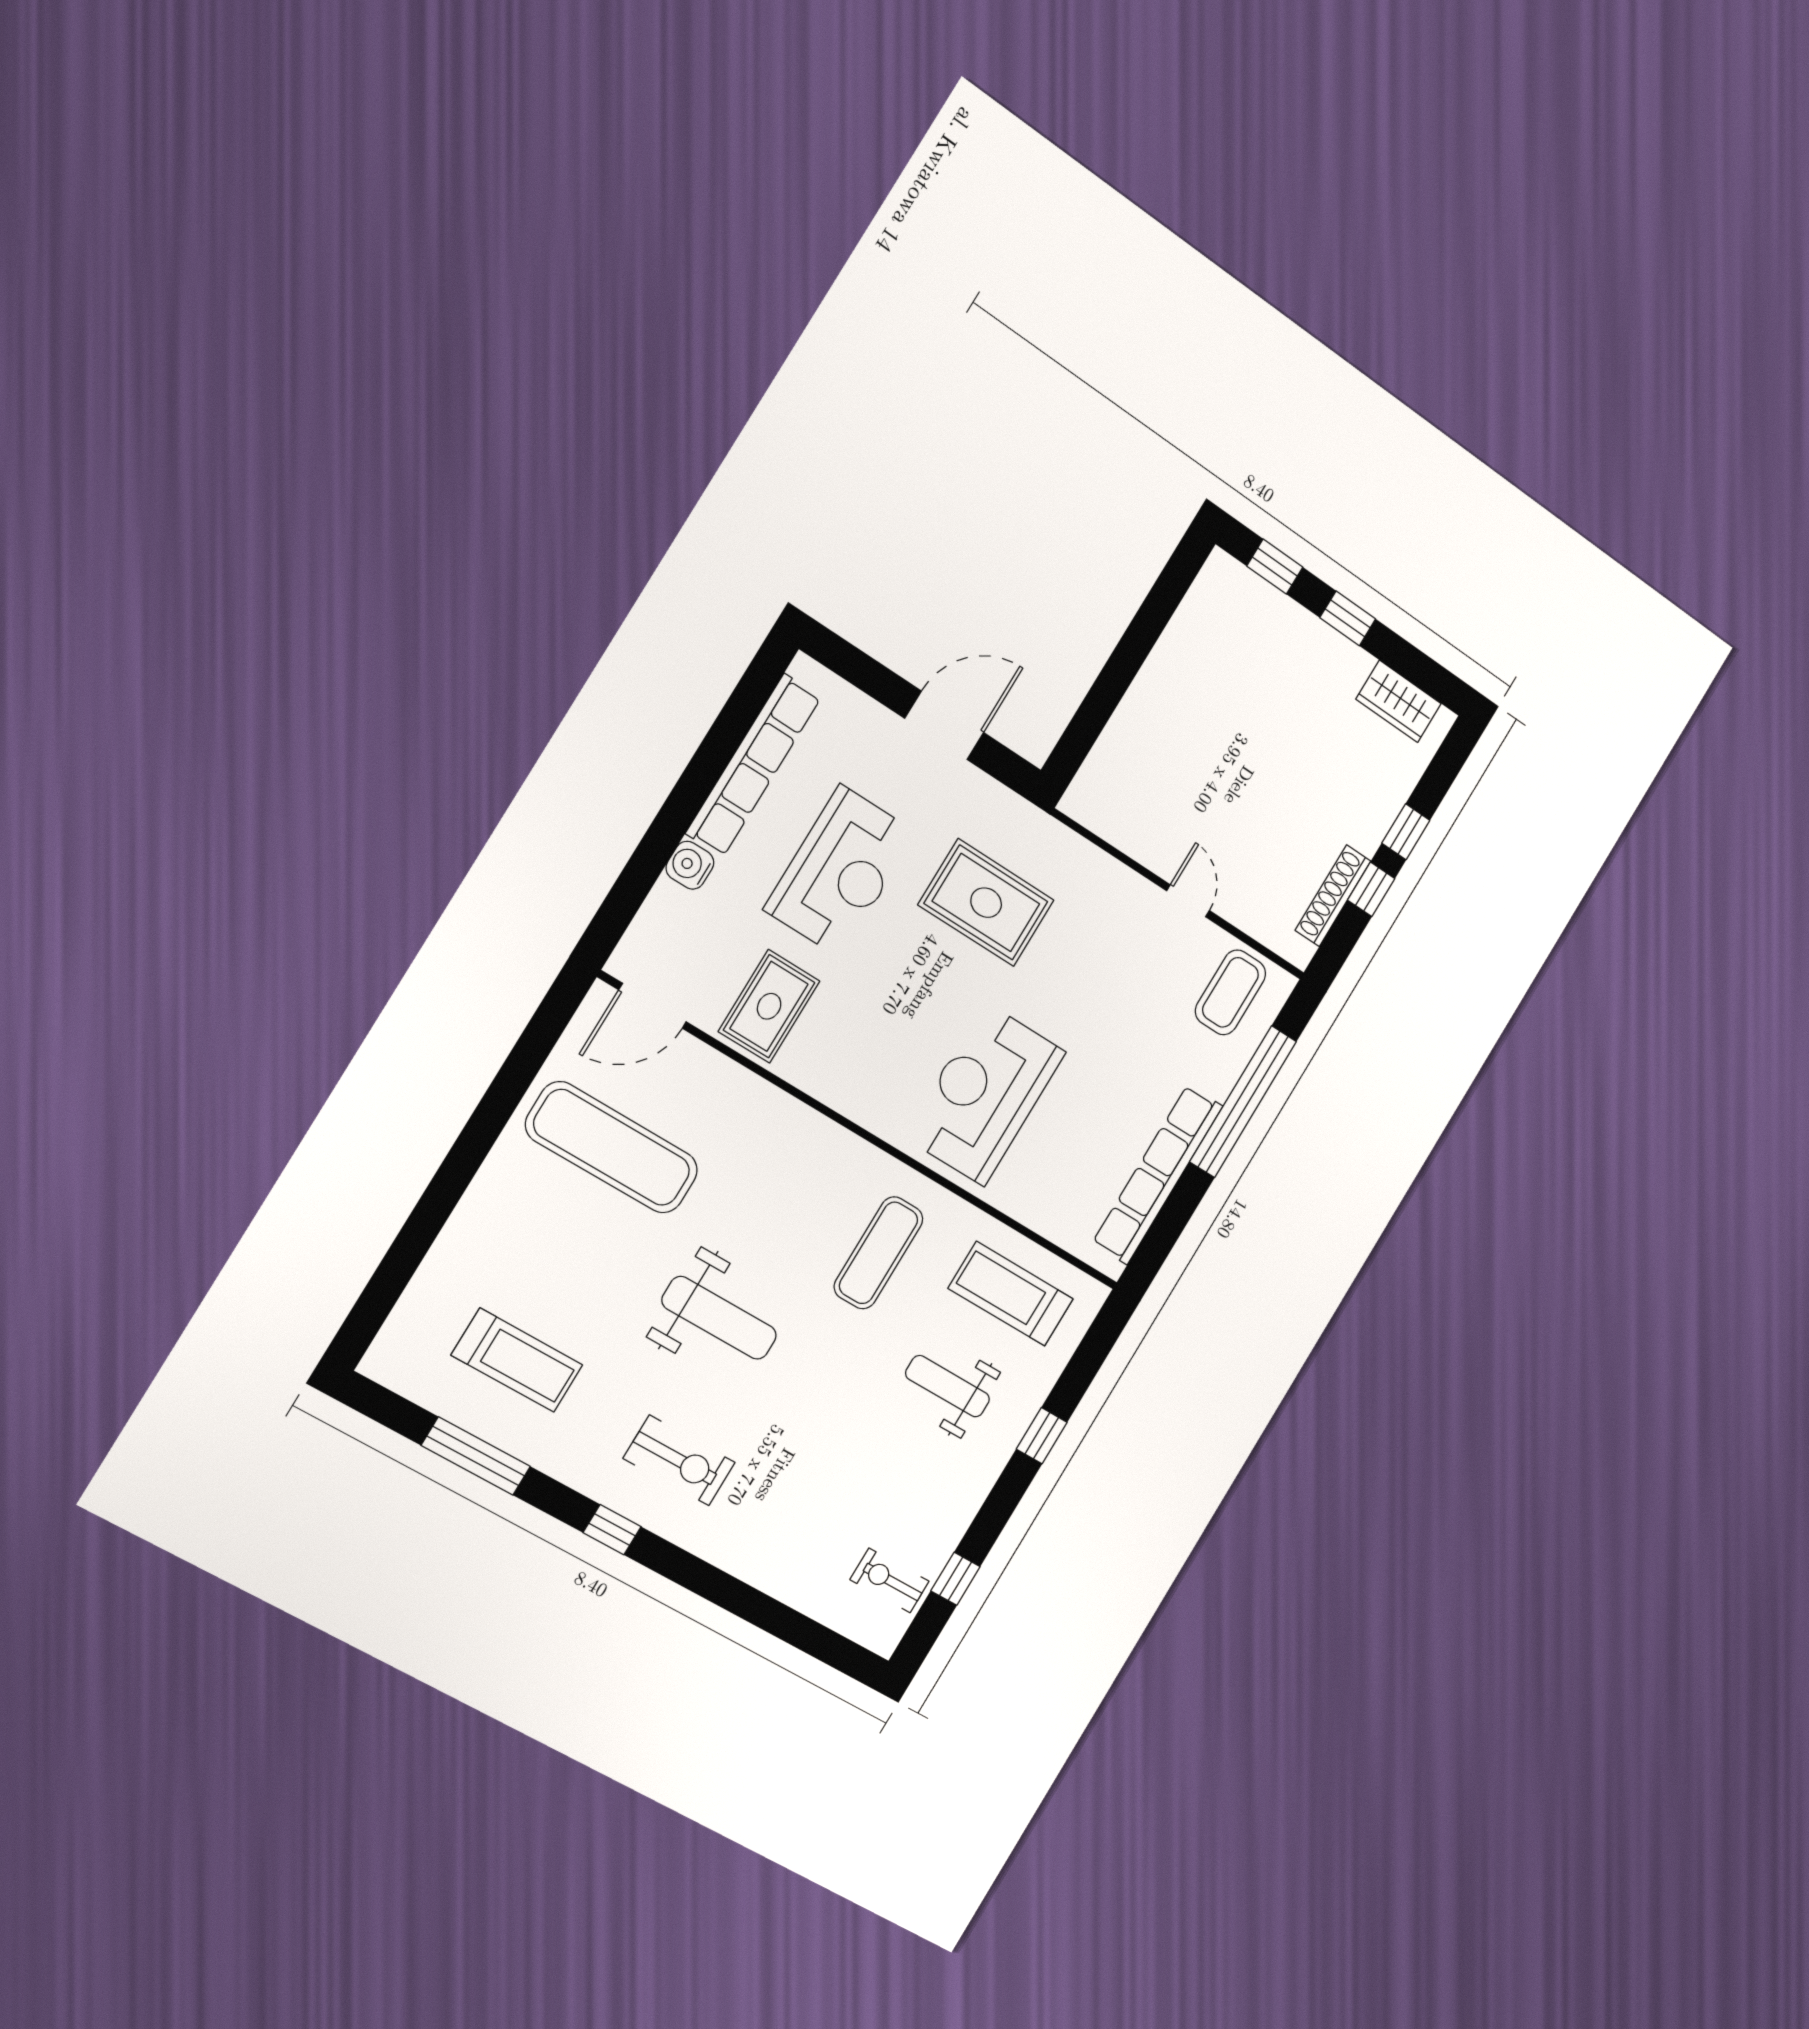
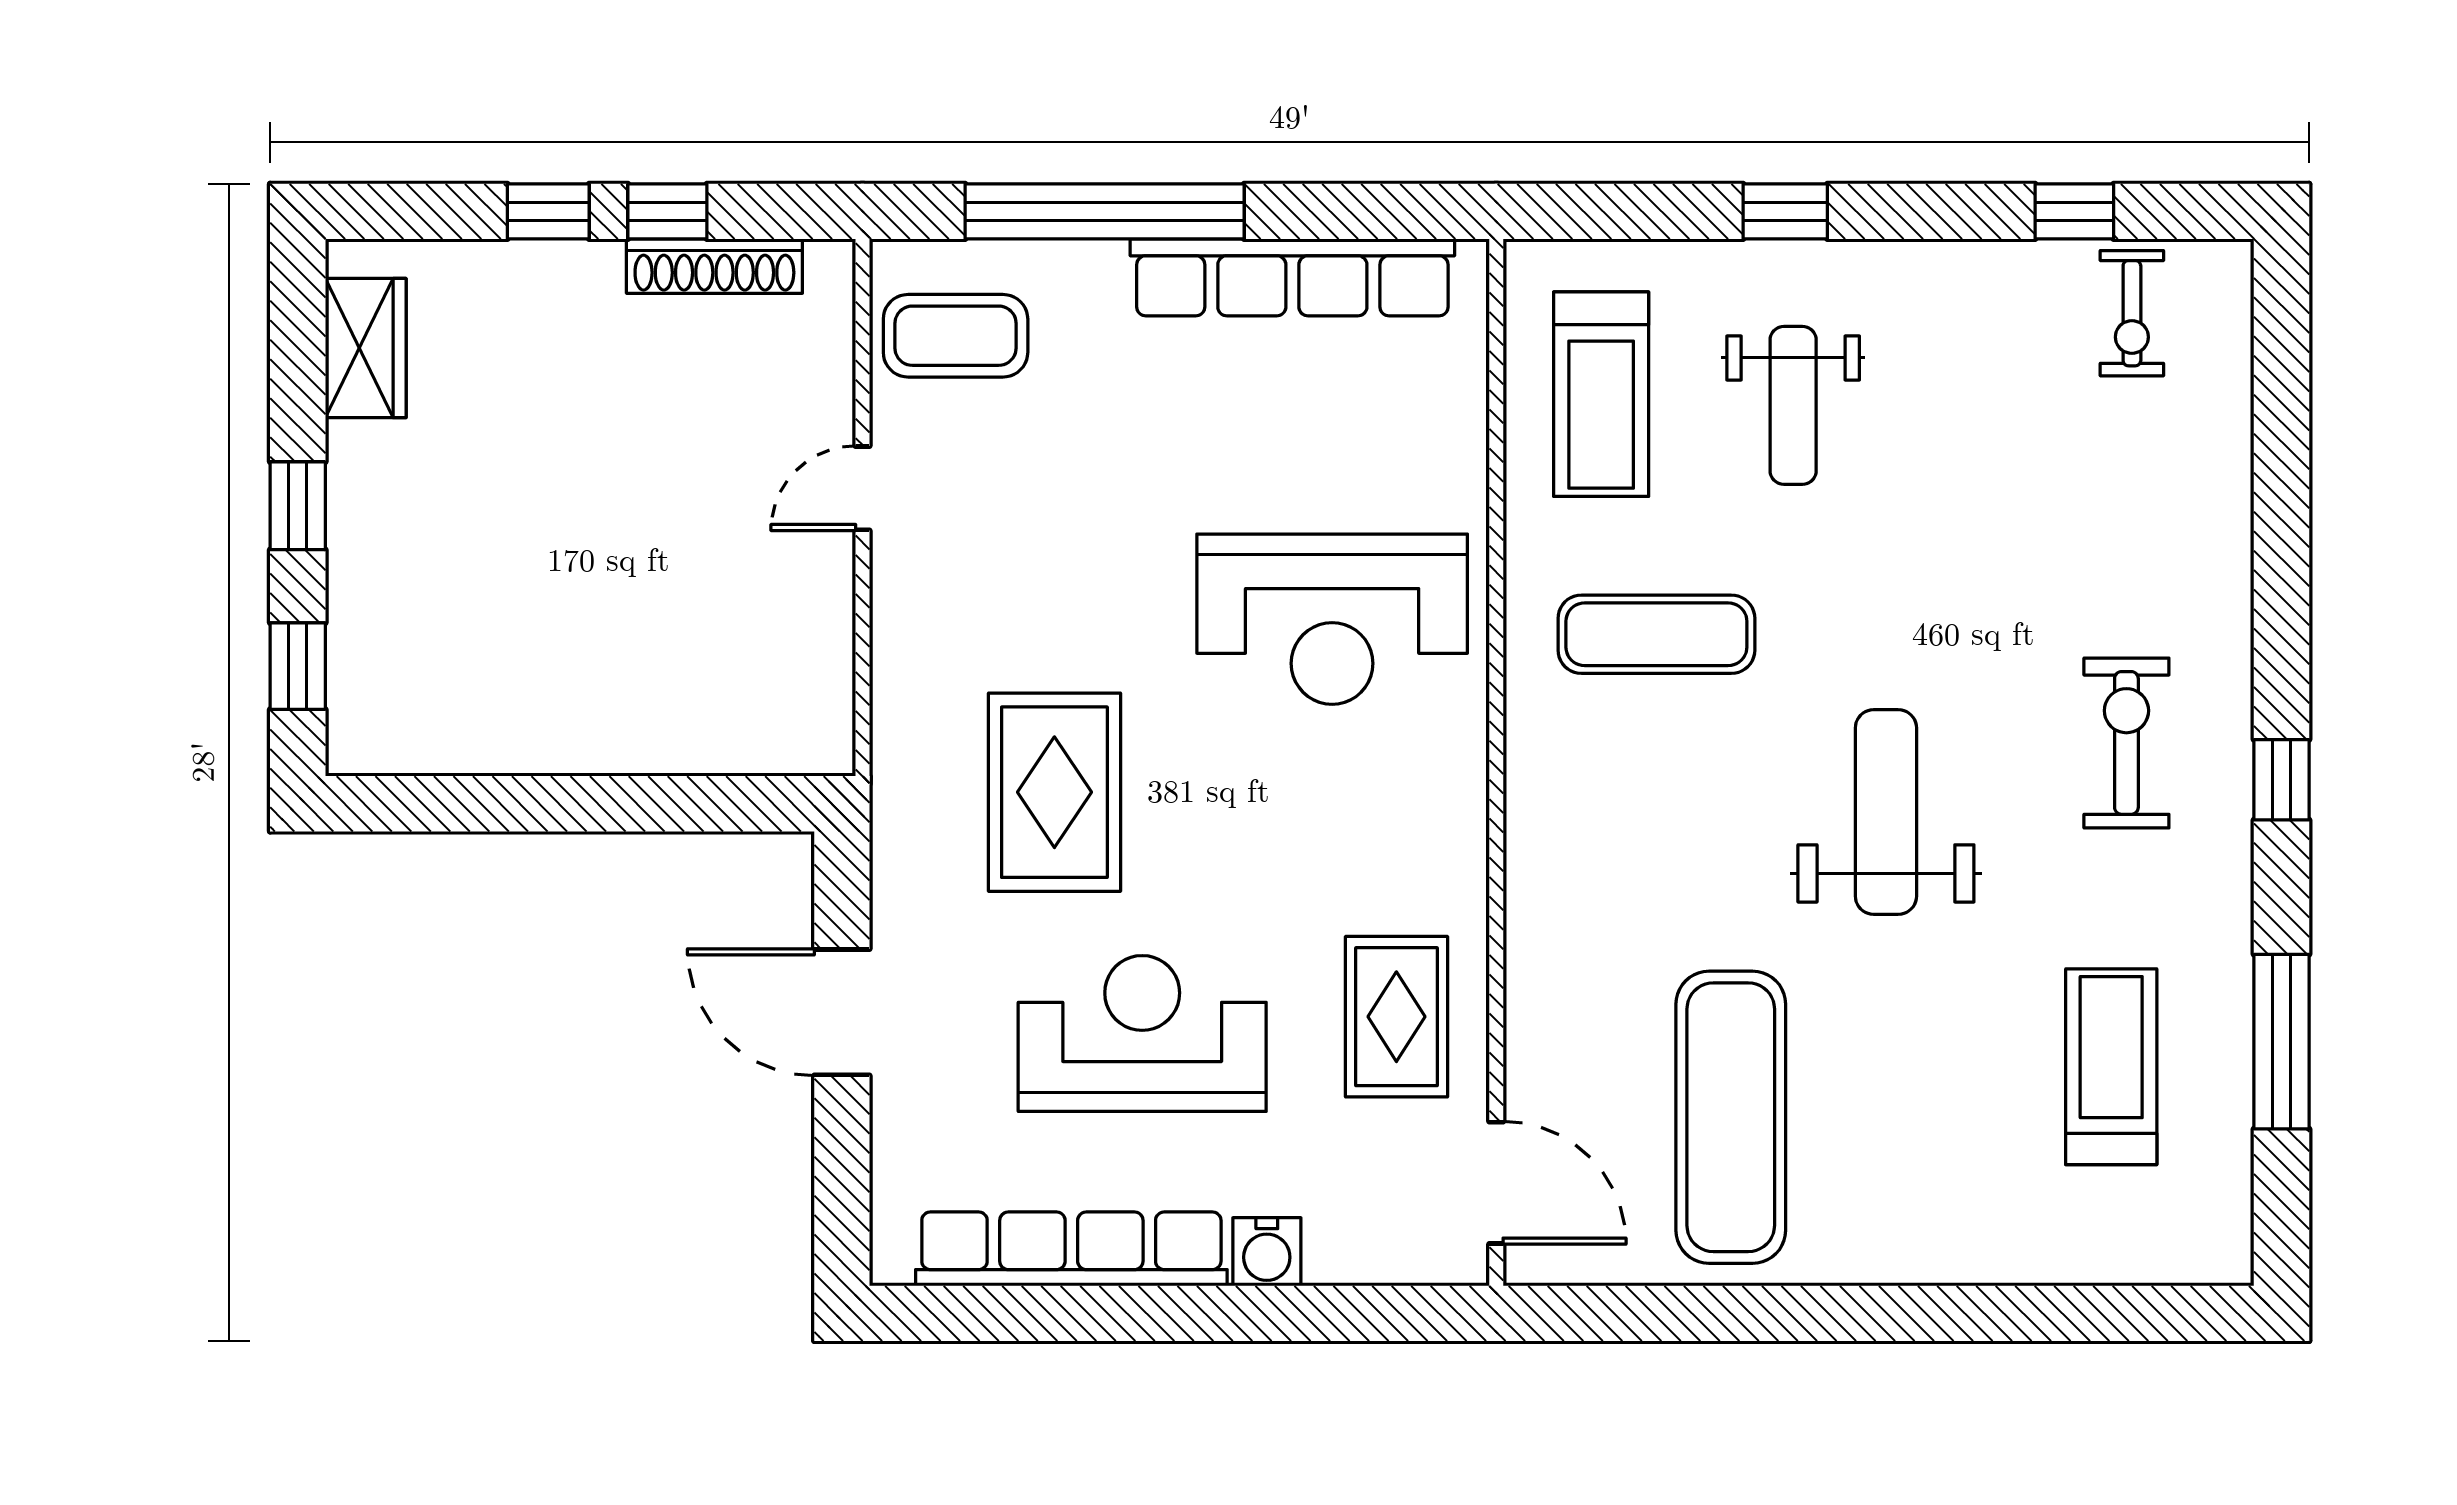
rug: (769, 1006) -> (1396, 1017), turned 90

